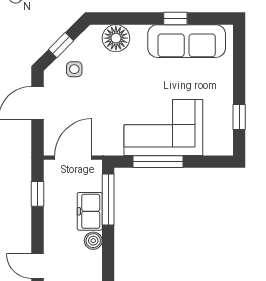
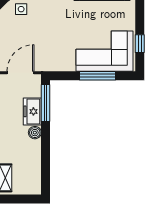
corner sofa: (163, 128) -> (104, 51), moved
window: (158, 162) -> (97, 76), moved

